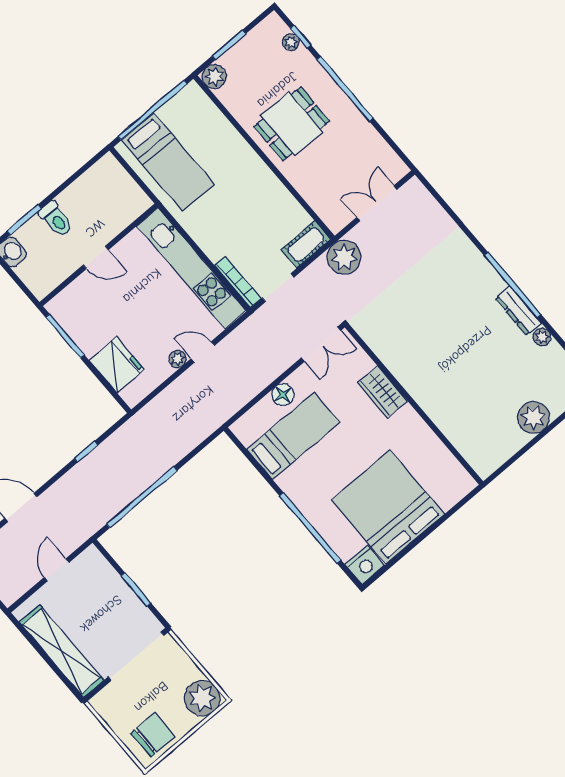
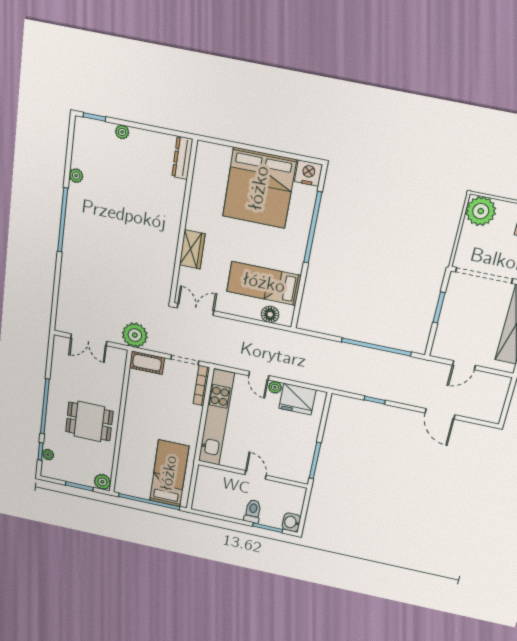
dresser: (518, 311) -> (182, 158), moved, turned 180
fridge: (117, 365) -> (297, 399), moved, turned -90
floor lamp: (283, 395) -> (270, 314), moved
plant: (533, 417) -> (122, 132), width x0.53, depth x0.53

